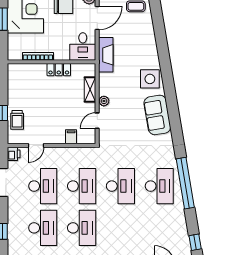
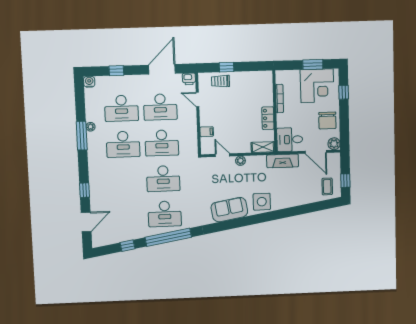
shelving: (90, 89) -> (263, 147), moved
window: (195, 242) -> (128, 246), moved

